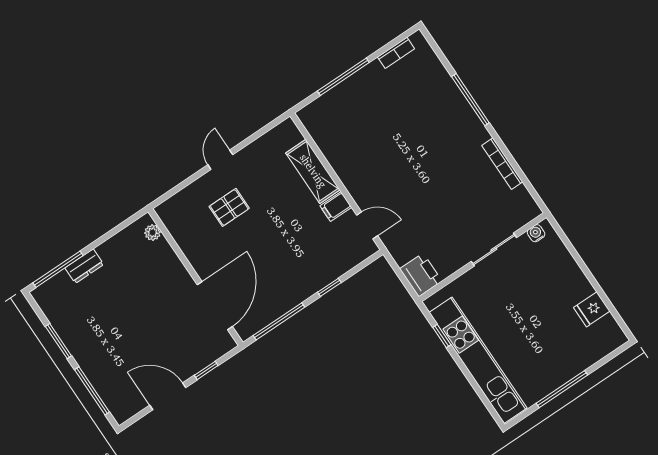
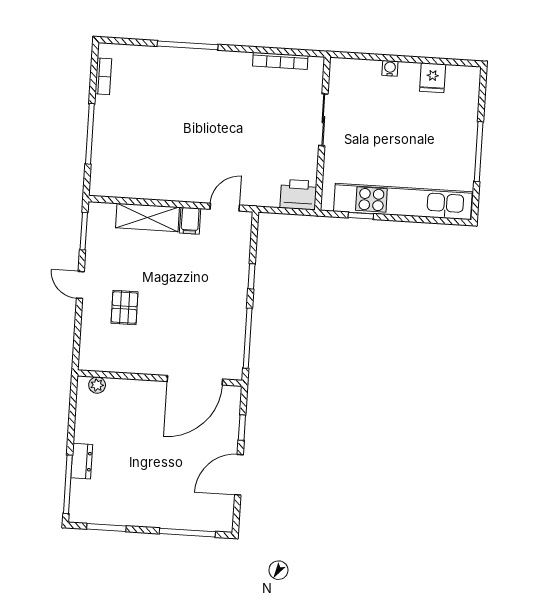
window: (264, 130) -> (84, 231), added
bookcase: (502, 164) -> (280, 61), moved
water cooler: (536, 233) -> (390, 68), moved, turned 90
door: (215, 306) -> (195, 380), swing flipped
window: (58, 341) -> (106, 528), moved

